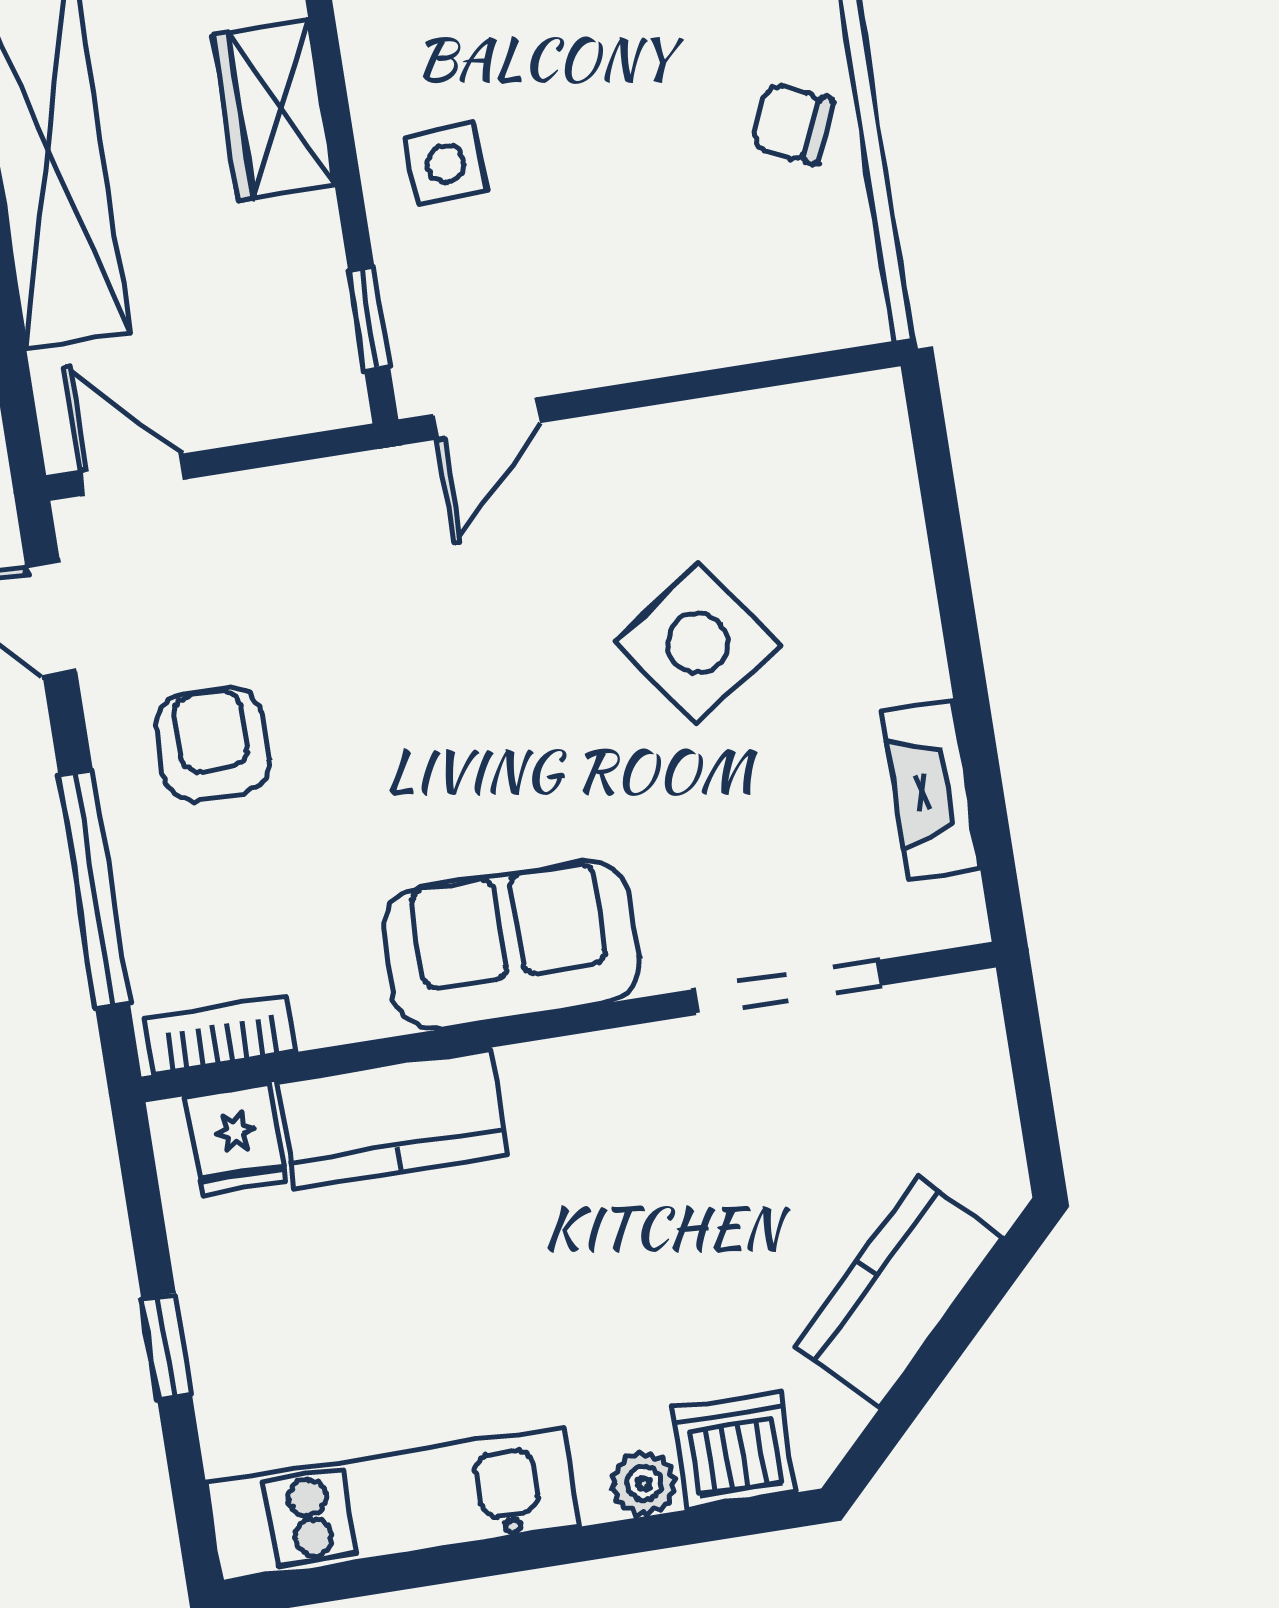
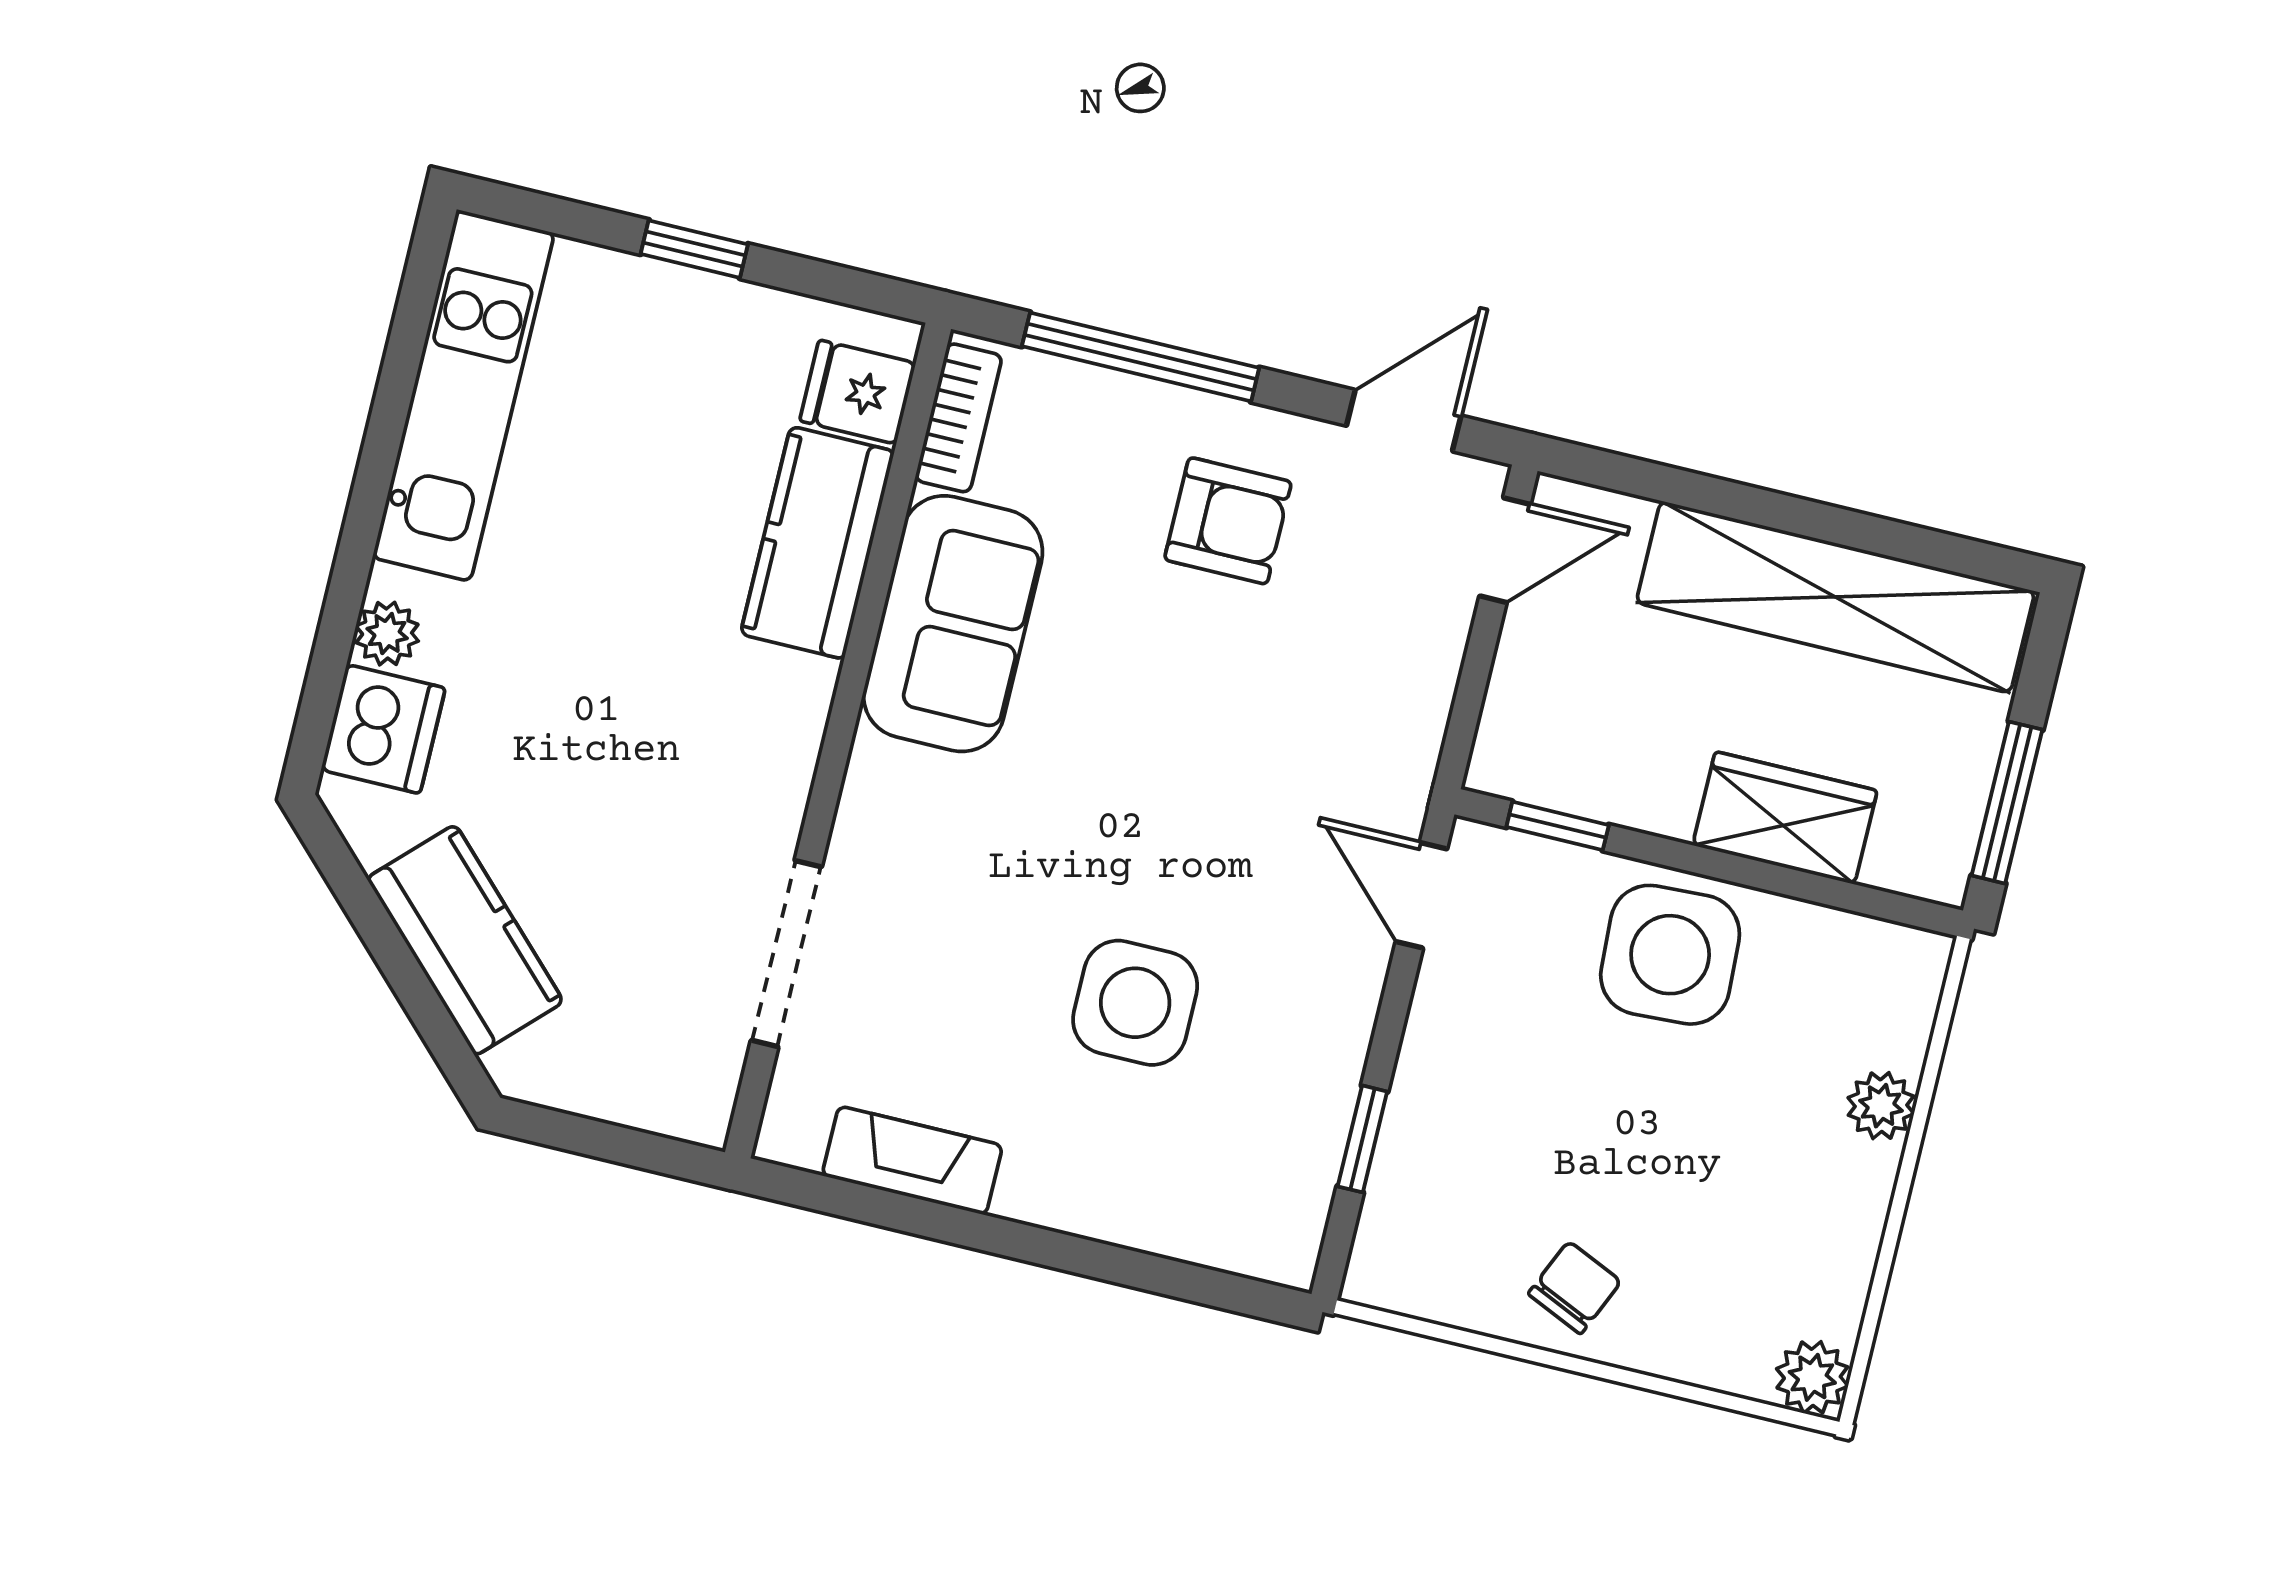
side table: (445, 164) -> (1670, 955), width x1.87, depth x1.87
window: (736, 379) -> (1362, 1139), added
side table: (698, 644) -> (1135, 1003), turned 35
sofa: (511, 945) -> (953, 624), moved

